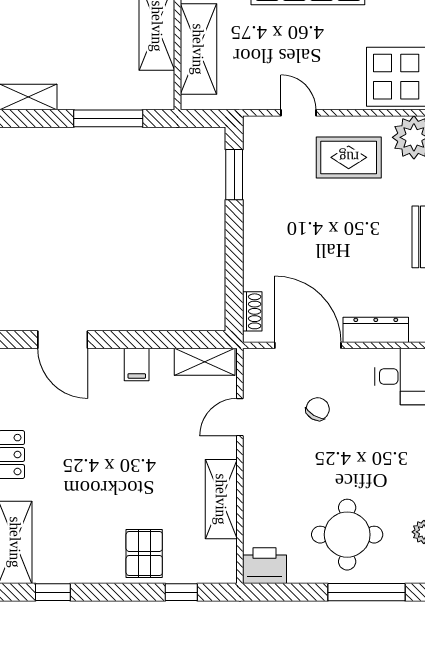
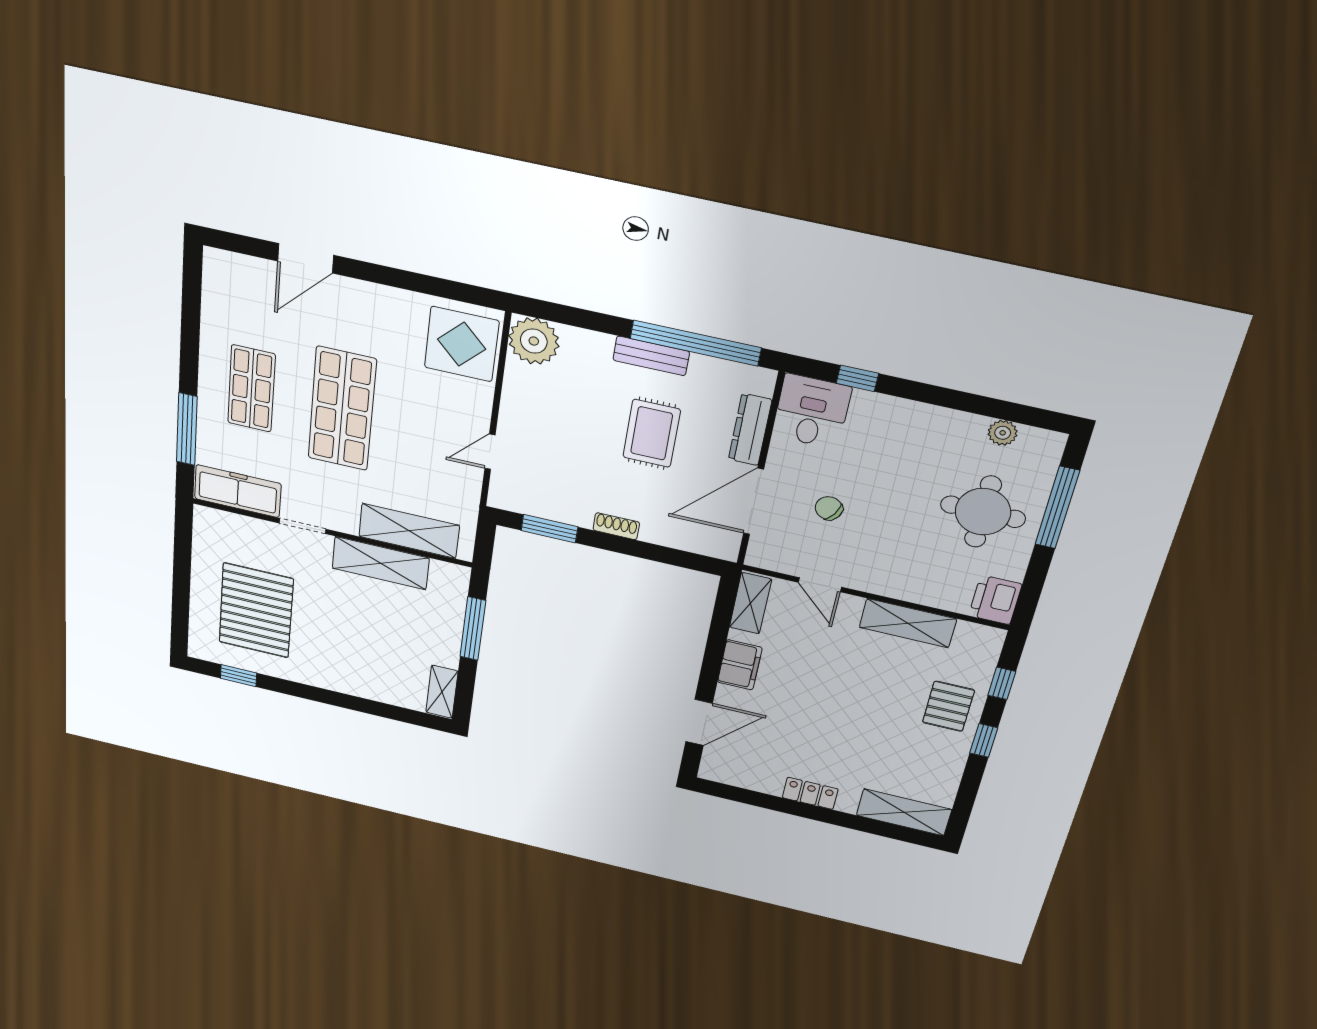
rug: (349, 157) -> (652, 433), moved
shoe rack: (252, 311) -> (616, 526), moved
filing cabinet: (137, 365) -> (740, 665), width x2.00
pallet: (144, 553) -> (948, 706), turned 90
window: (53, 592) -> (984, 740), moved

